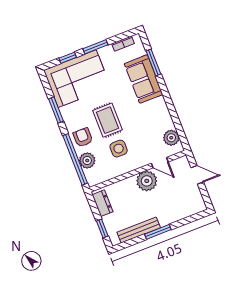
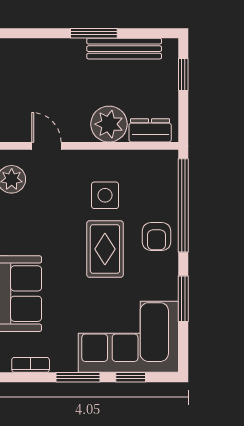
plant: (87, 161) -> (164, 196), removed
plant: (147, 181) -> (109, 124), moved
dresser: (102, 203) -> (150, 130), moved, turned 90

